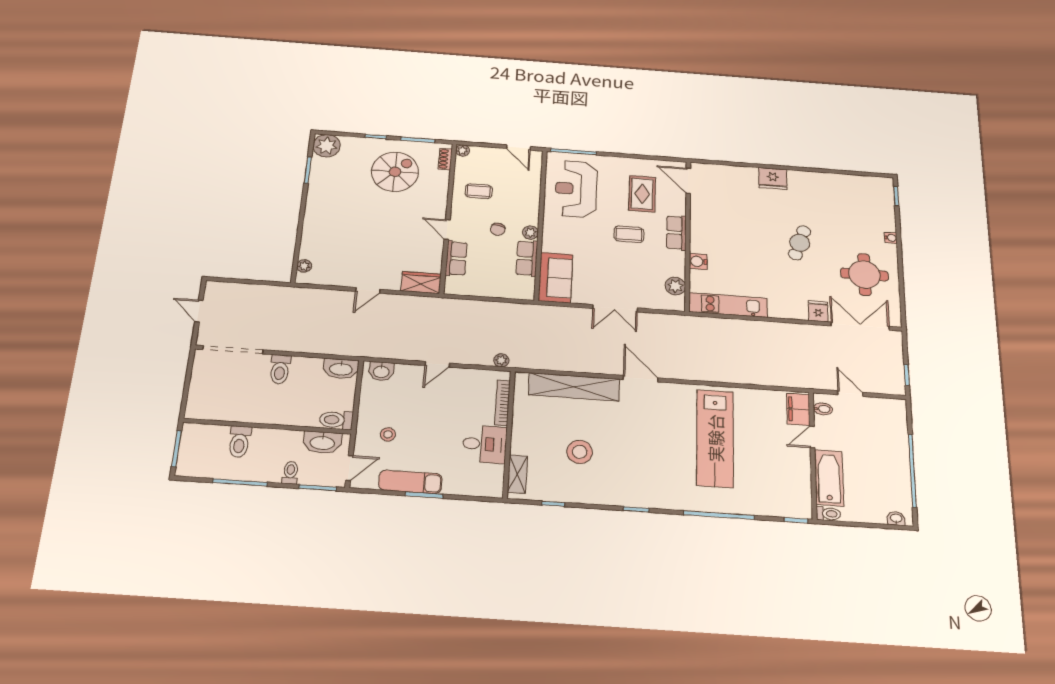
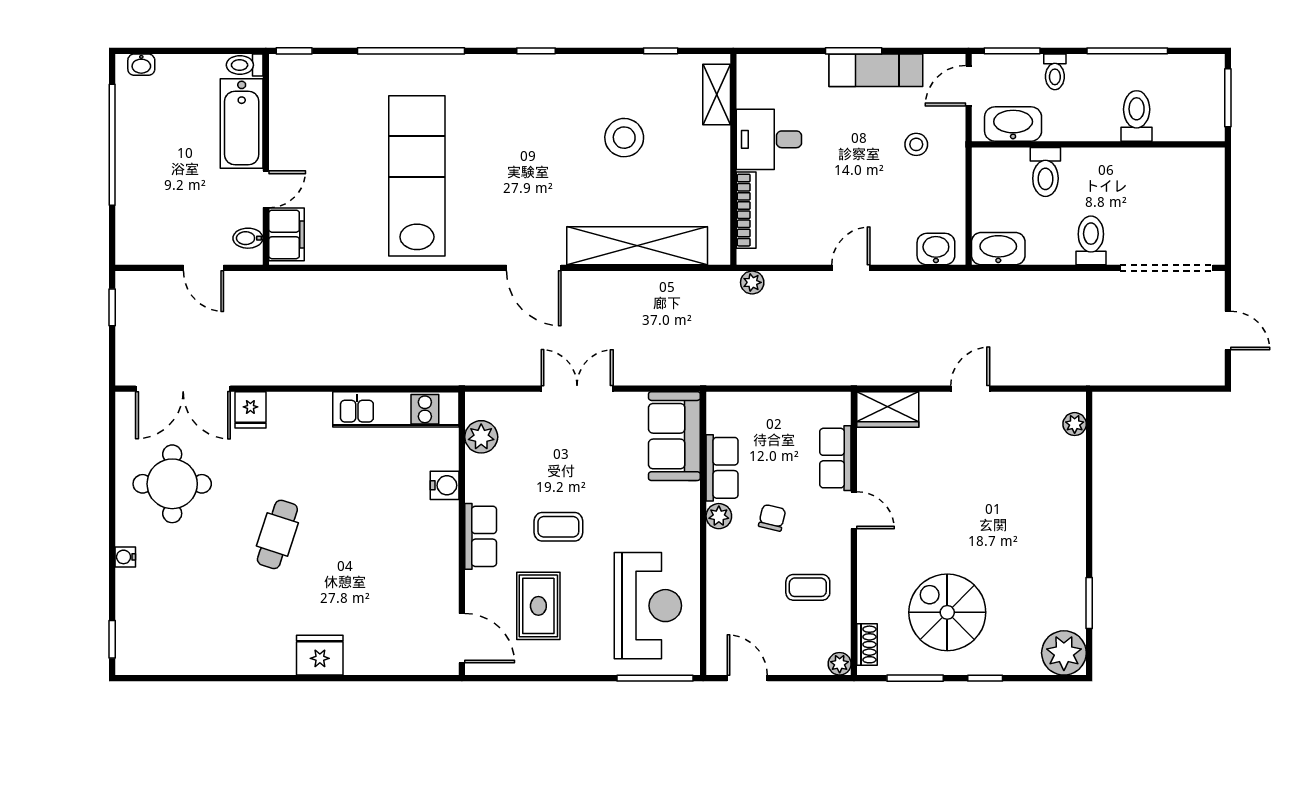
spiral stairs: (395, 172) -> (947, 612), turned 90
toilet: (336, 420) -> (1045, 172), moved, turned 90

